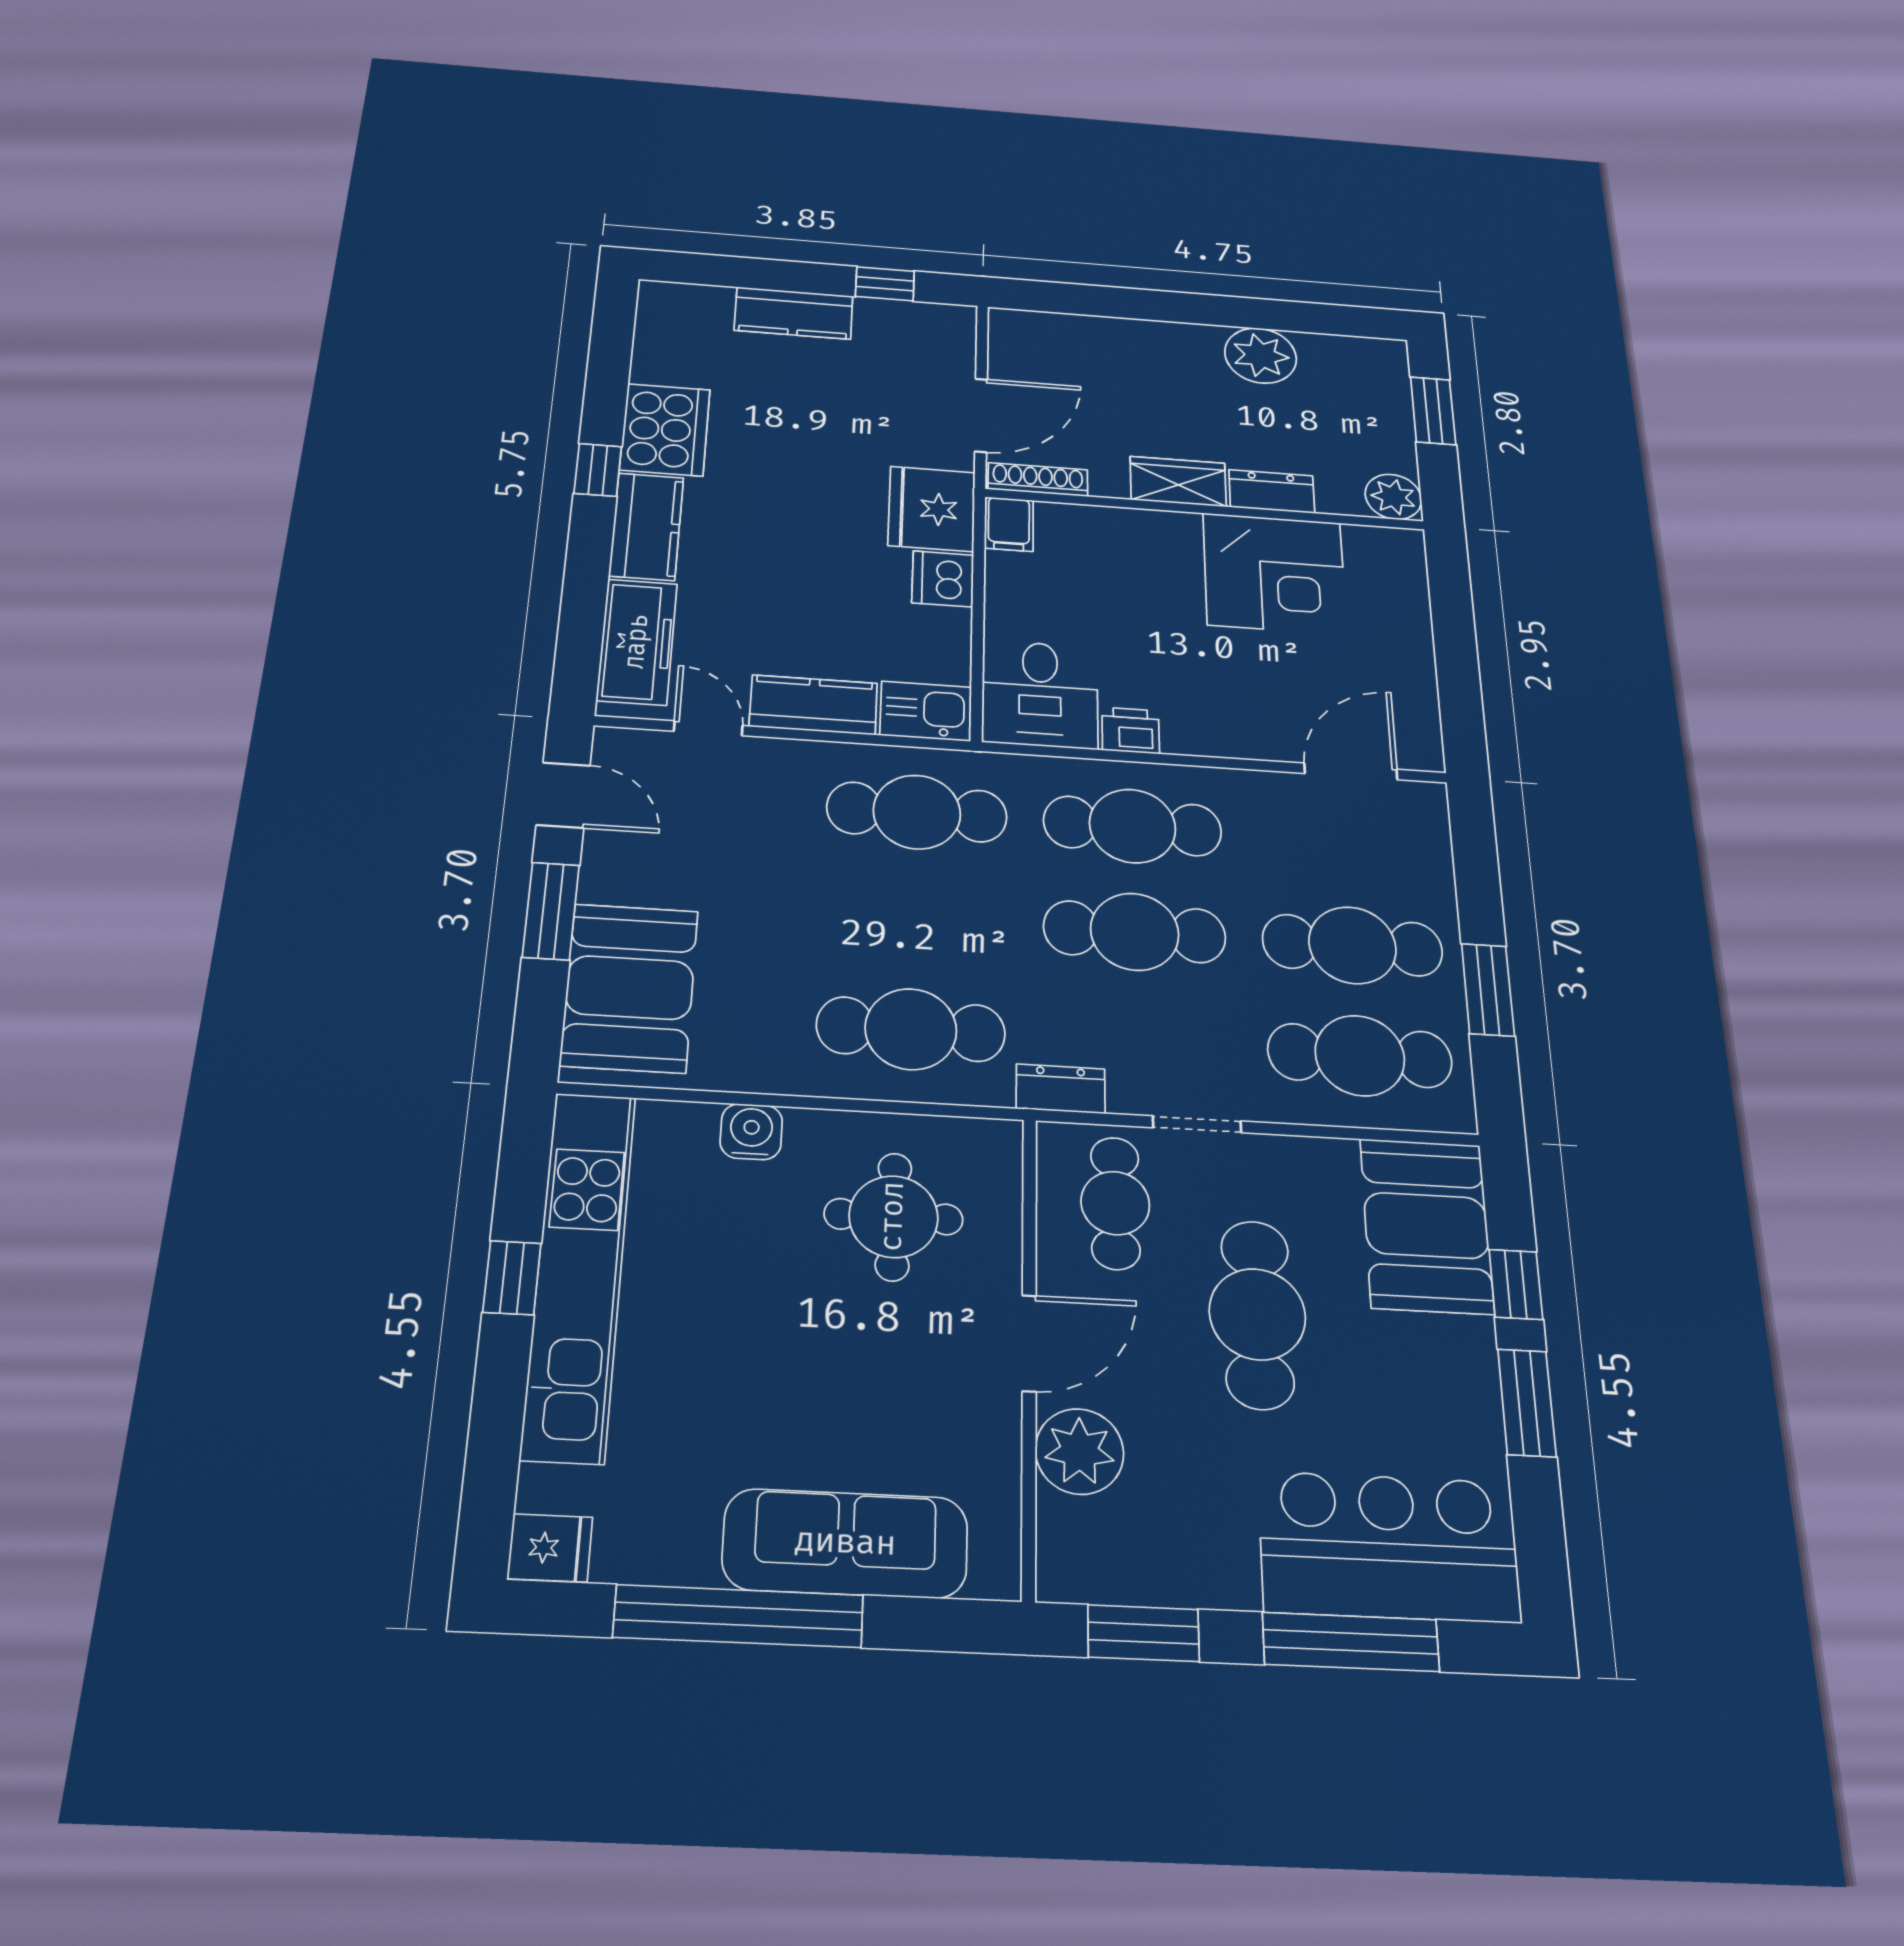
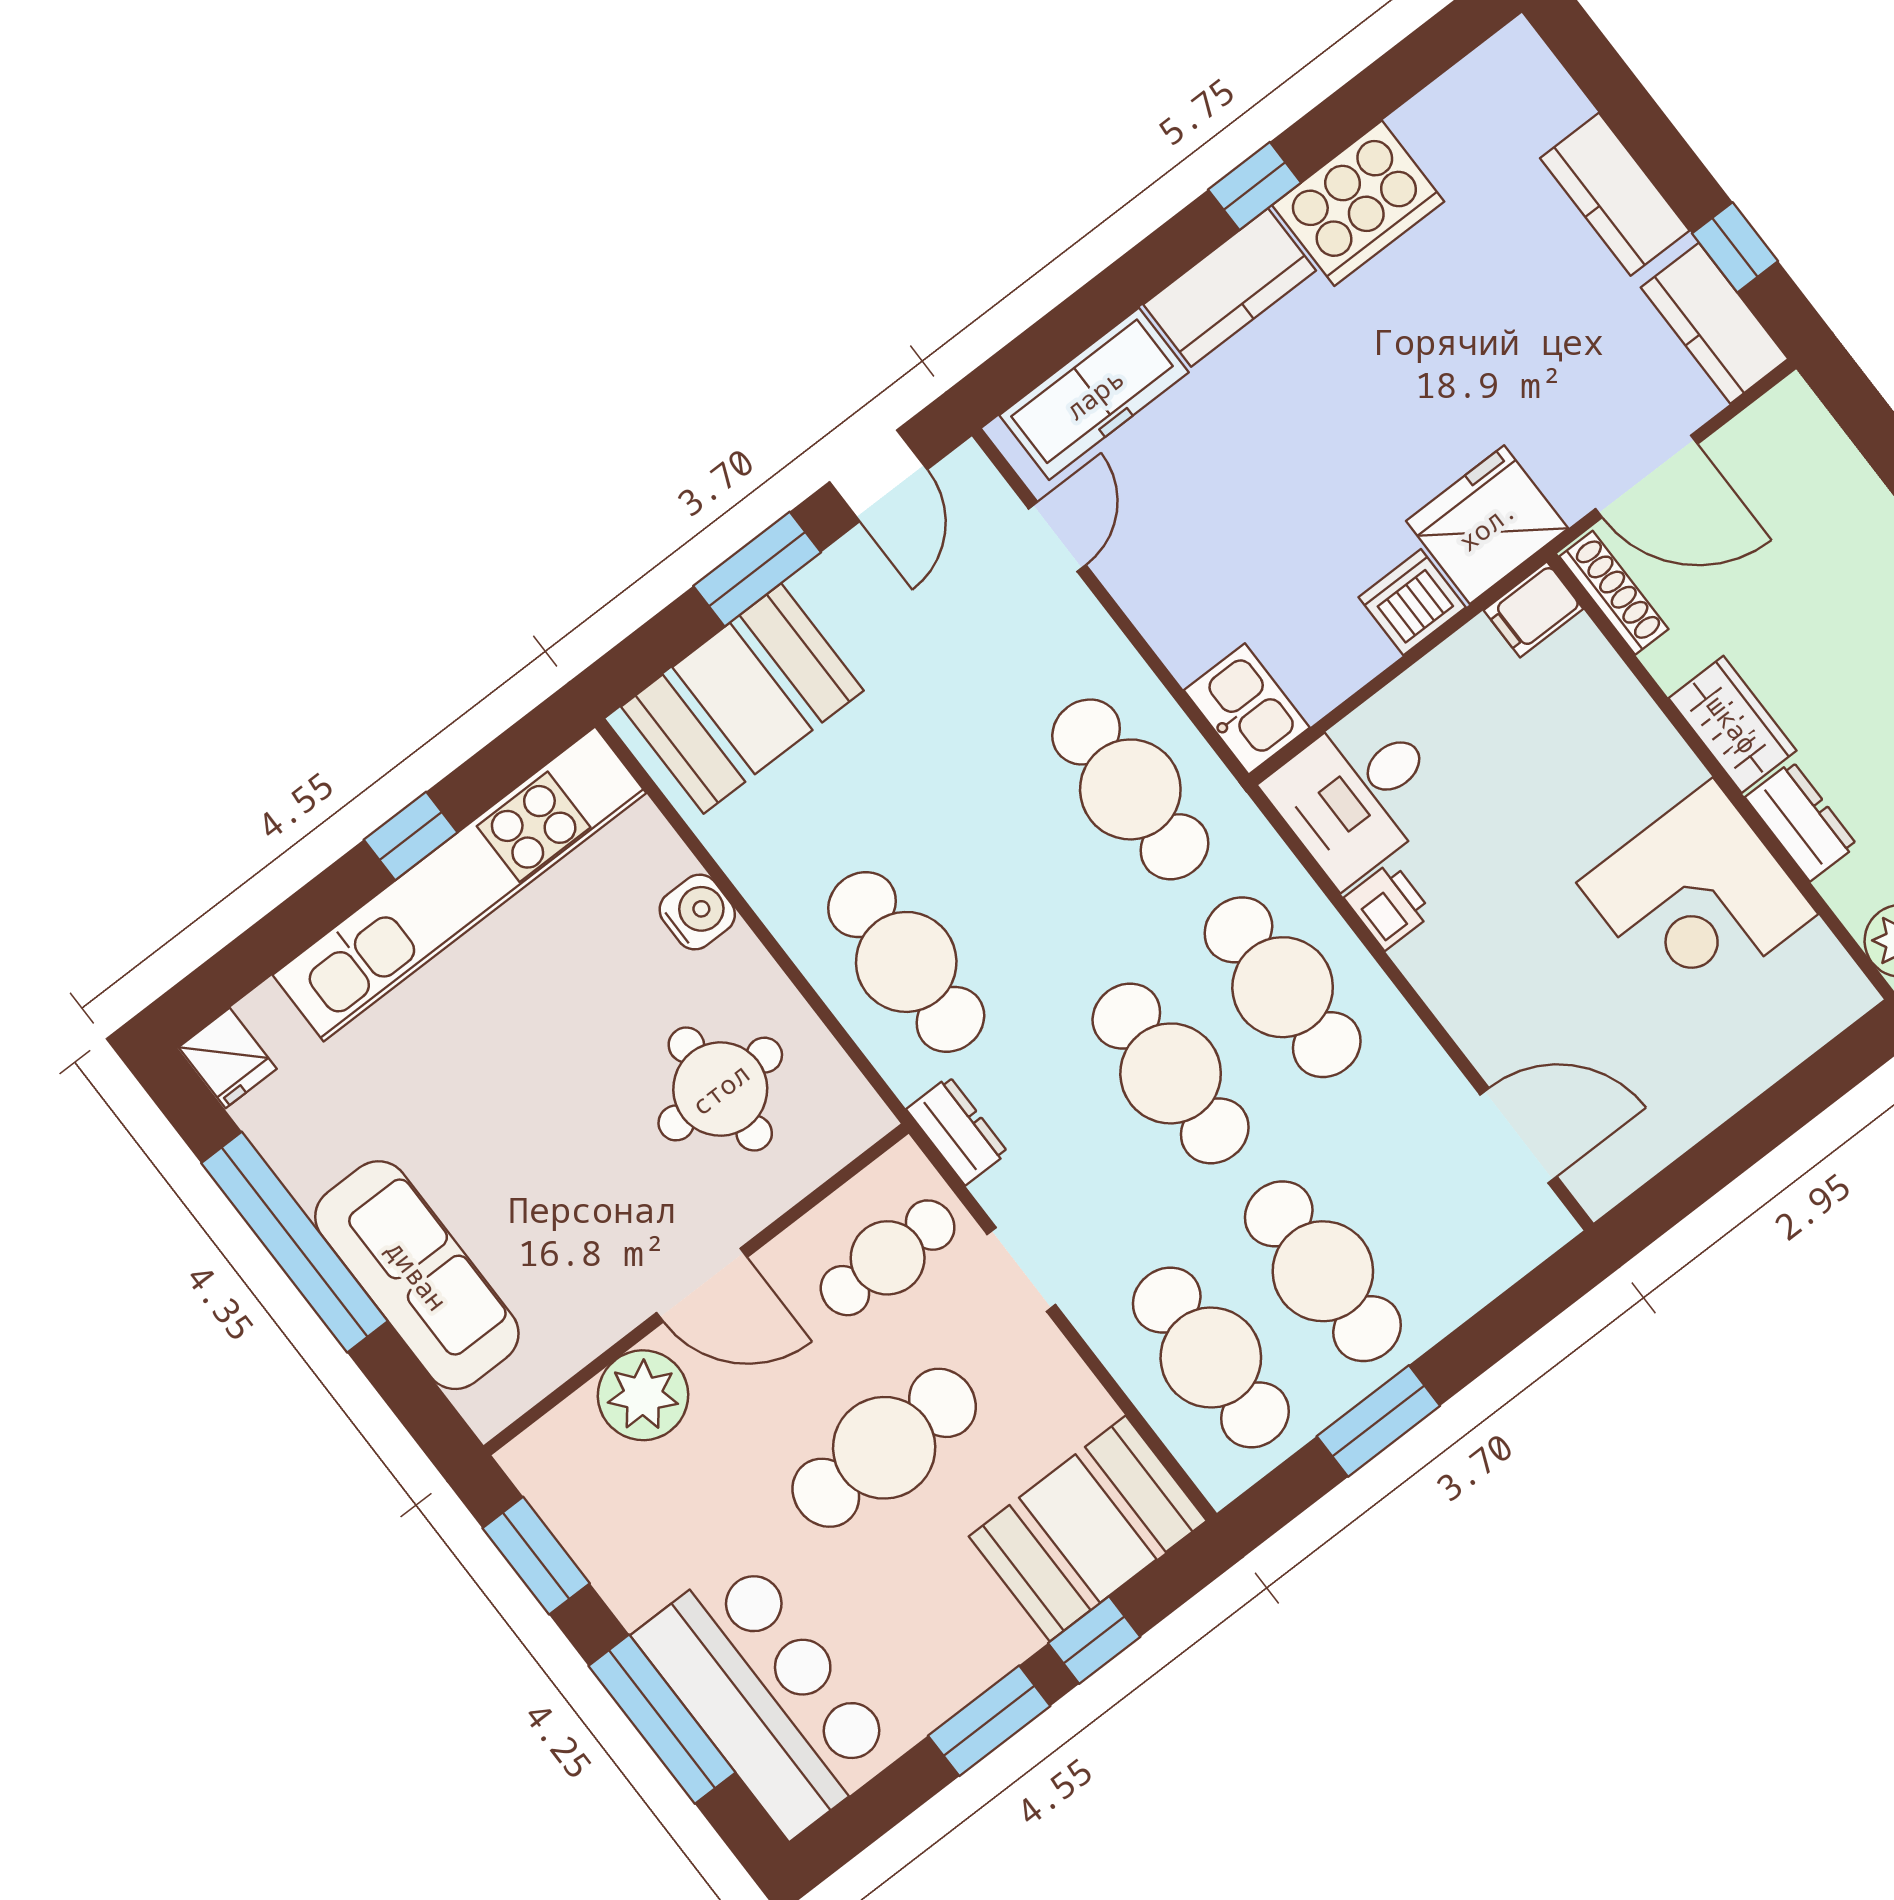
kitchen counter: (813, 705) -> (1715, 323), moved, turned 180

